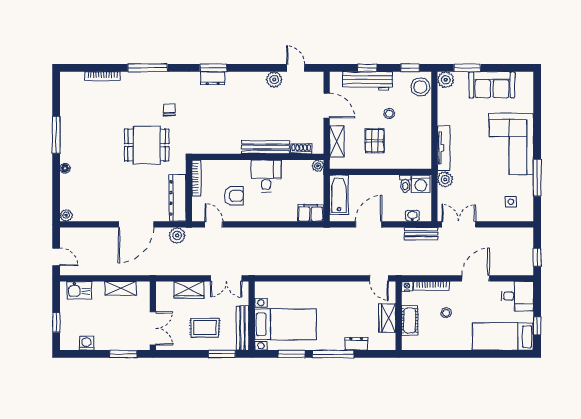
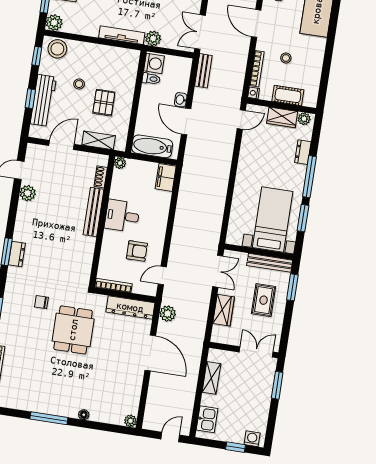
pallet: (375, 141) -> (104, 103), turned 90
armchair: (234, 196) -> (137, 251), turned 90
washbasin: (412, 216) -> (181, 100), moved
plant: (389, 340) -> (304, 119), added
washing machine: (86, 343) -> (252, 439), moved, turned 90

